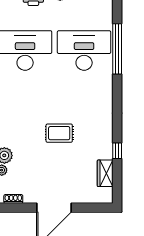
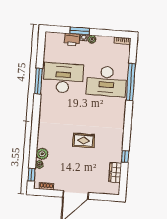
desk: (84, 50) -> (106, 81), turned 180

